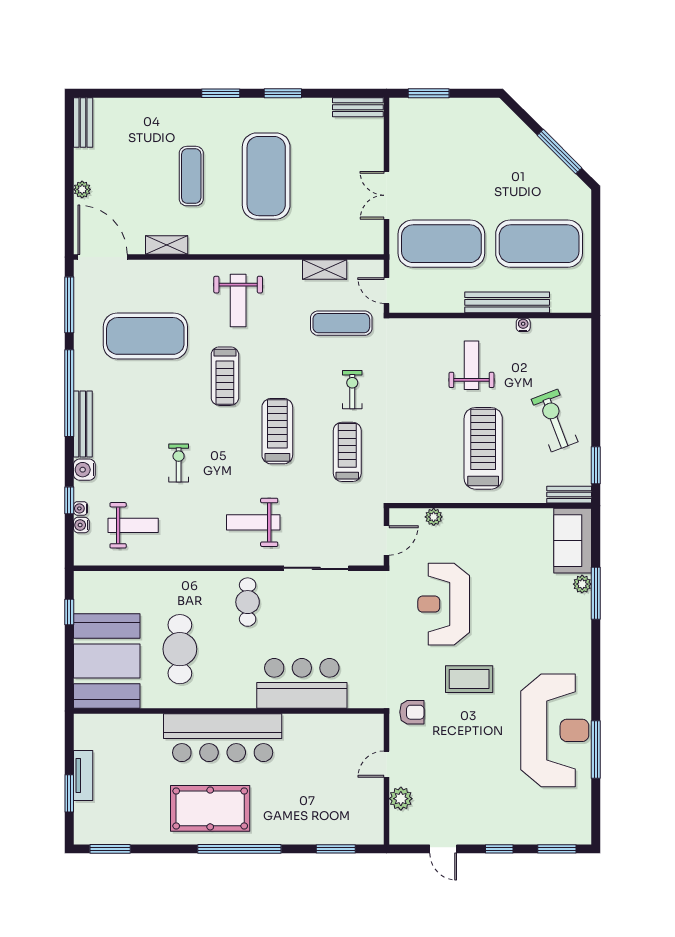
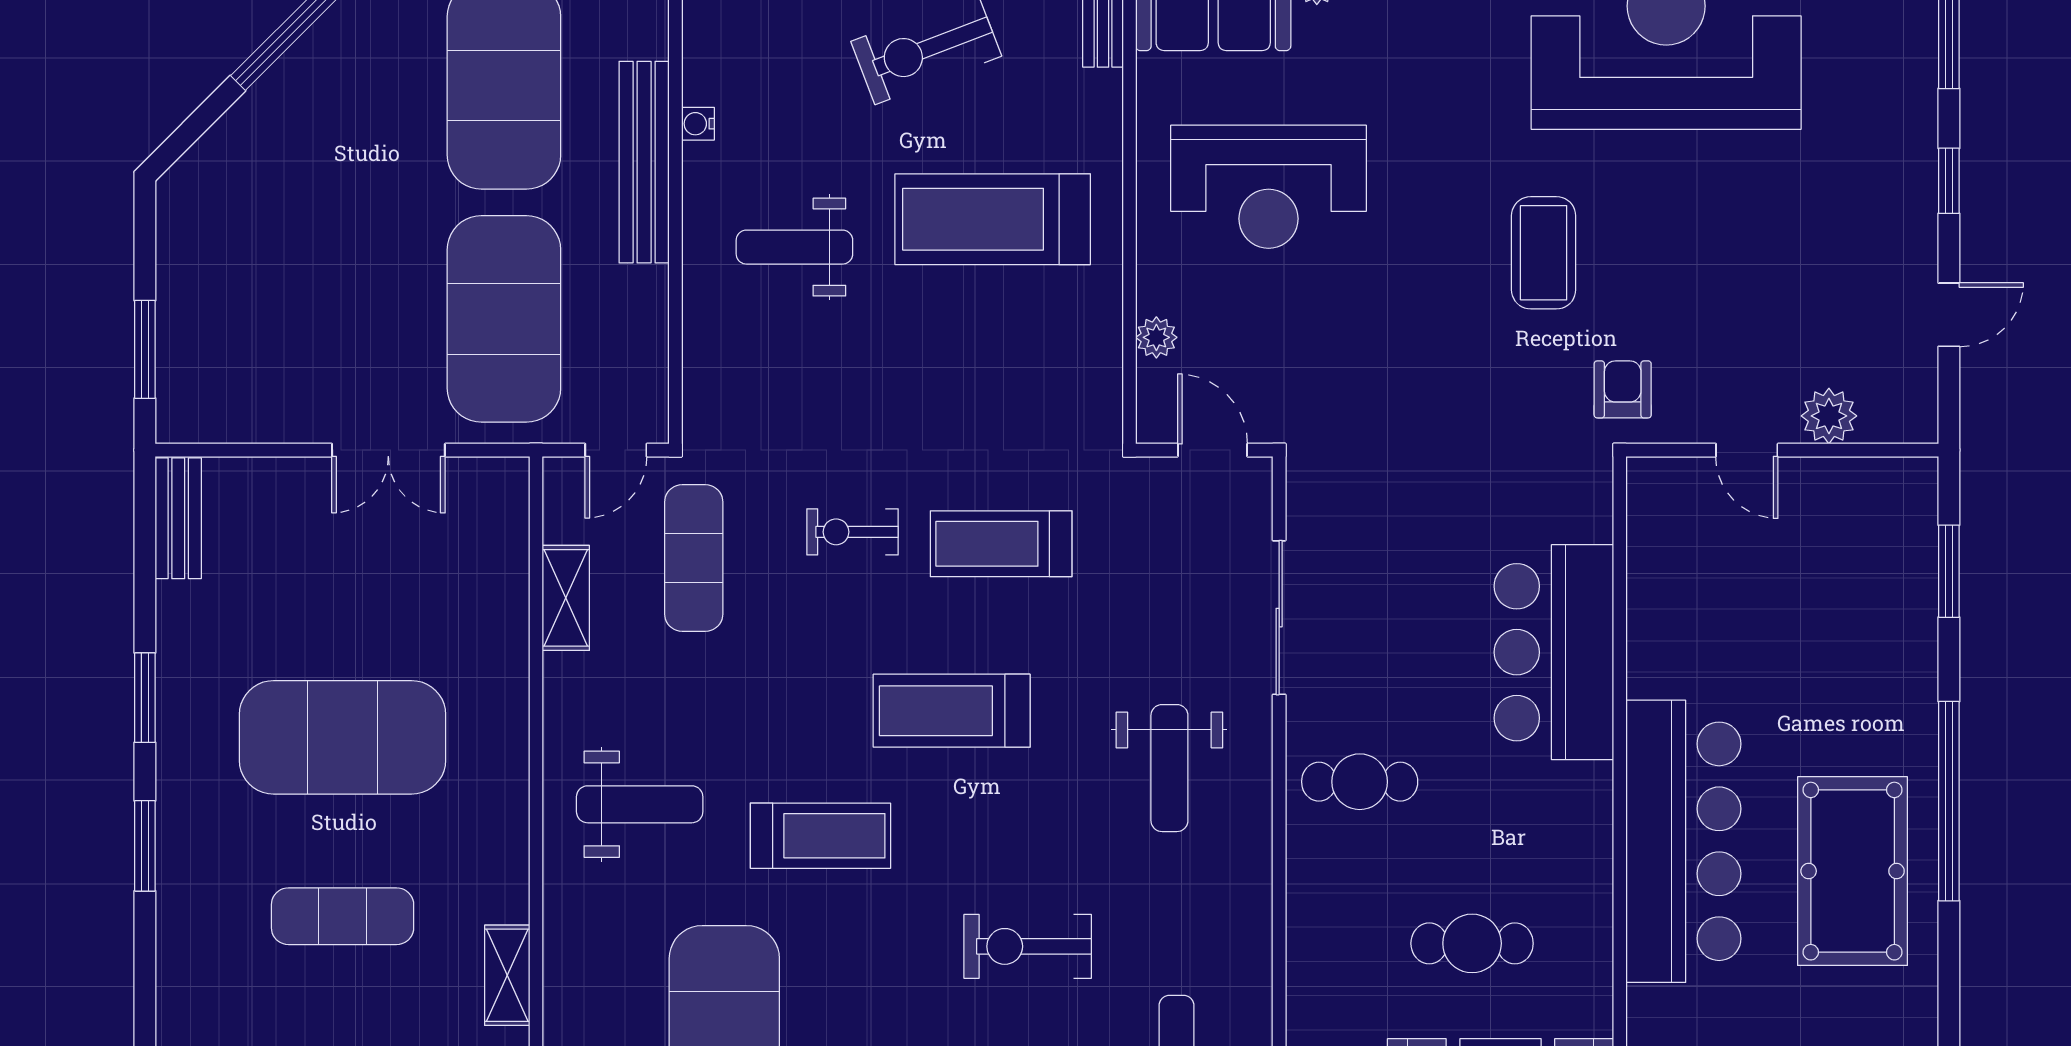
exercise bike: (179, 463) -> (1028, 946), width x1.38, depth x1.39
reception desk: (444, 604) -> (1269, 187), moved
cafe table: (180, 649) -> (1472, 943), width x0.73, depth x0.74

